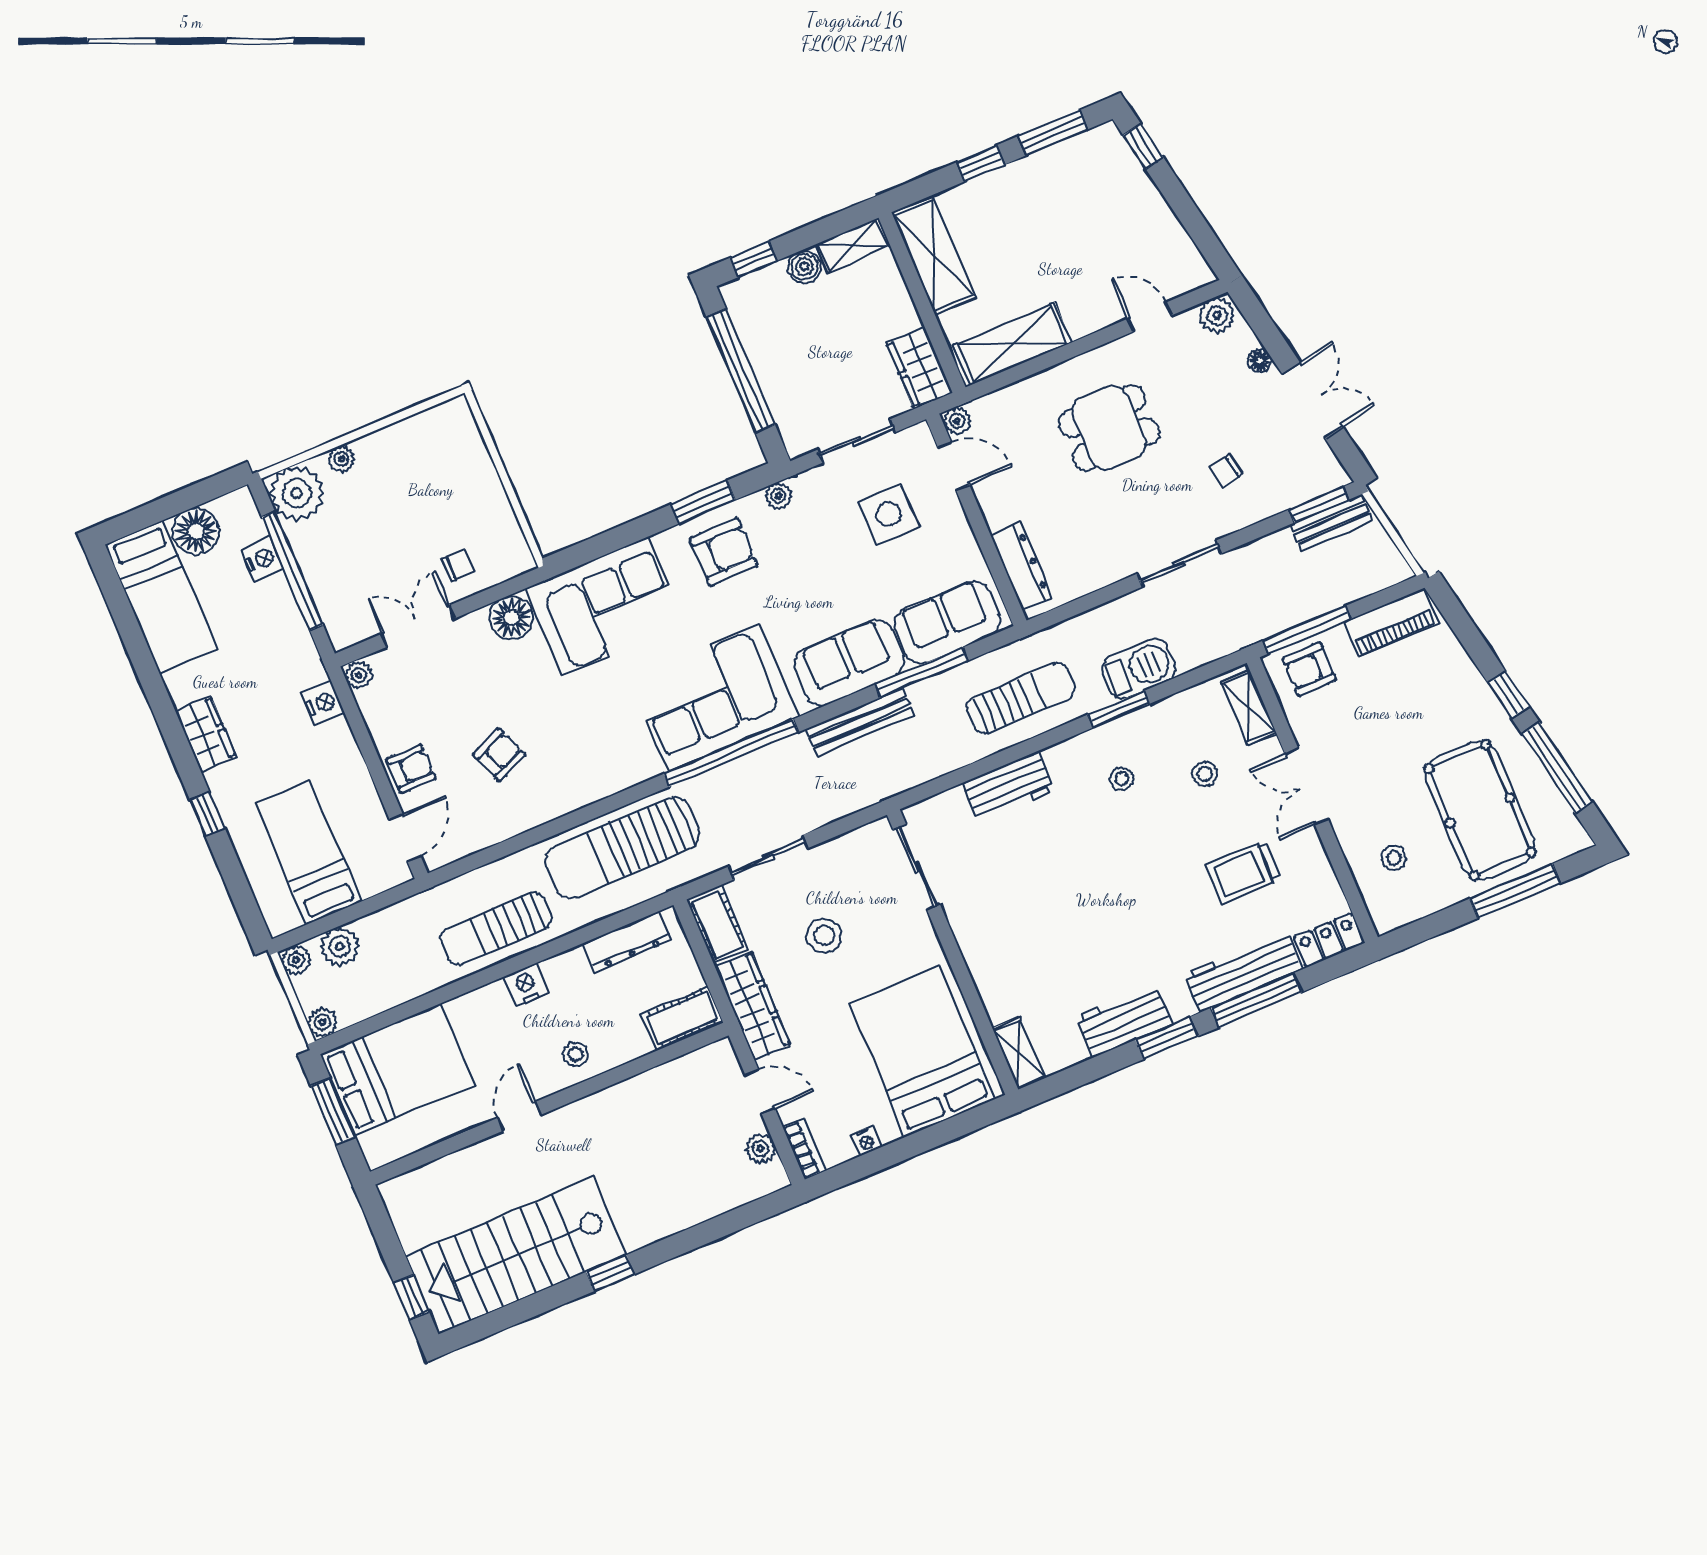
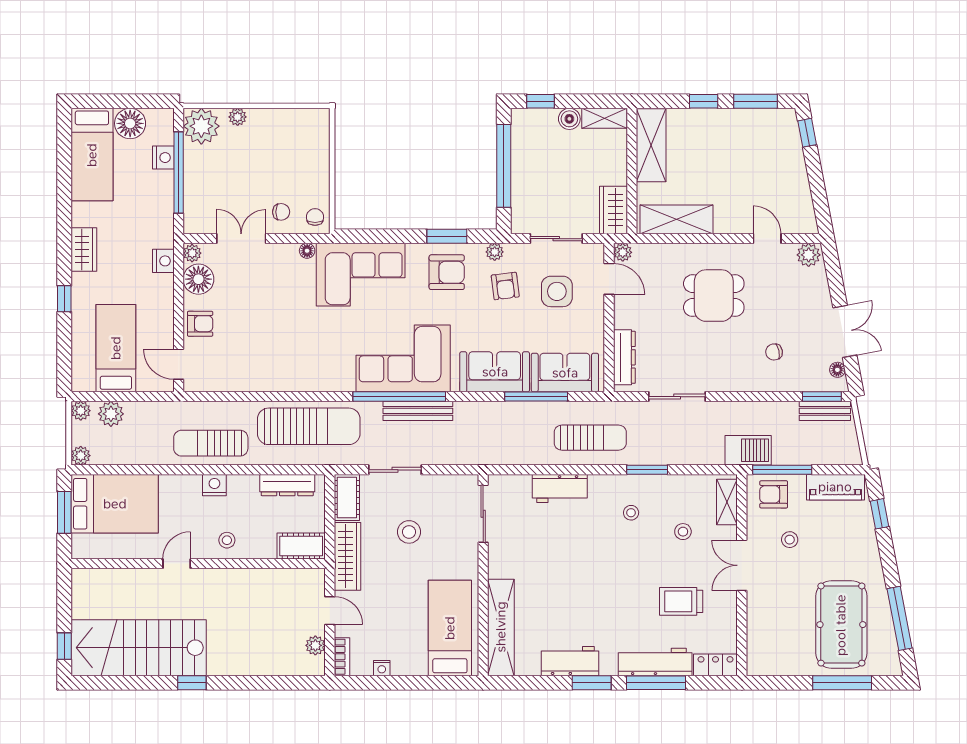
floor lamp: (1260, 361) -> (837, 370), moved
chair: (508, 553) -> (315, 217), added
sliding door: (1179, 564) -> (677, 397), moved
floor lamp: (512, 618) -> (307, 251), width x0.53, depth x0.53
barbecue: (1139, 669) -> (748, 450), moved
window: (1509, 695) -> (880, 514), moved
floor lamp: (383, 708) -> (198, 279), added
bench: (860, 722) -> (418, 411), moved
armchair: (499, 755) -> (505, 286), moved, turned 105
door: (405, 838) -> (179, 364), swing flipped
sun lounger: (622, 848) -> (309, 426), turned 180
stool: (1394, 858) -> (790, 540), moved
bed: (922, 1052) -> (450, 628), width x0.67
shelving: (1019, 1053) -> (501, 627), width x2.20, depth x1.33

